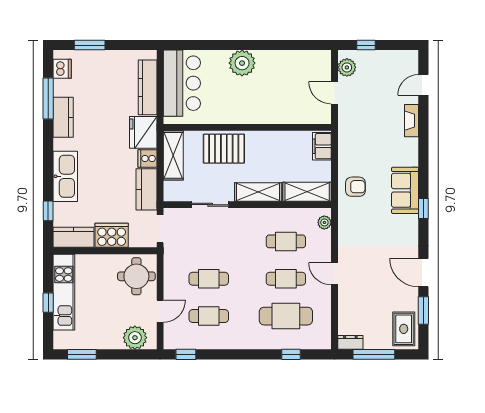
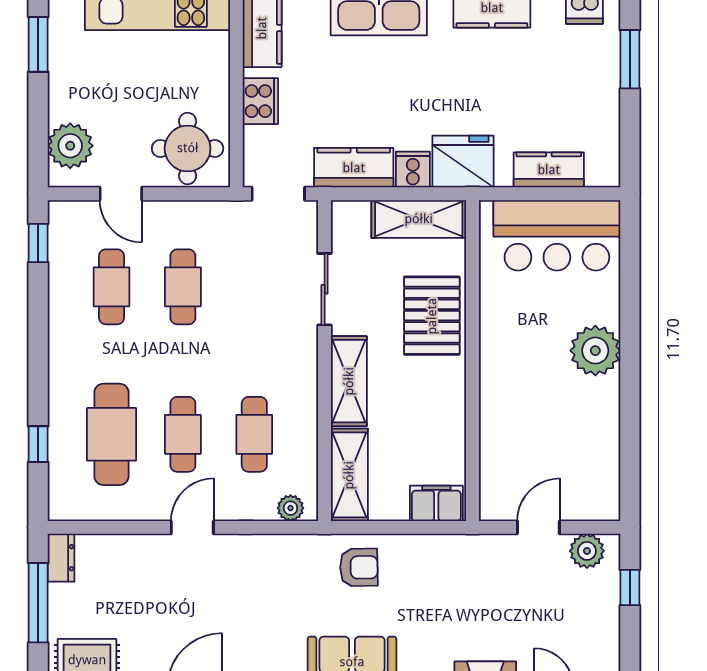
kitchen counter: (148, 87) -> (549, 170), width x0.67
armchair: (355, 187) -> (359, 567), turned -91
cooker: (112, 235) -> (260, 101), width x0.73, depth x0.76

